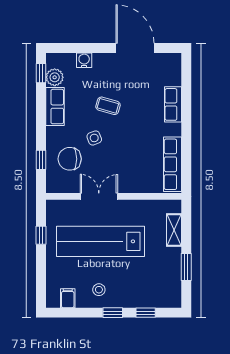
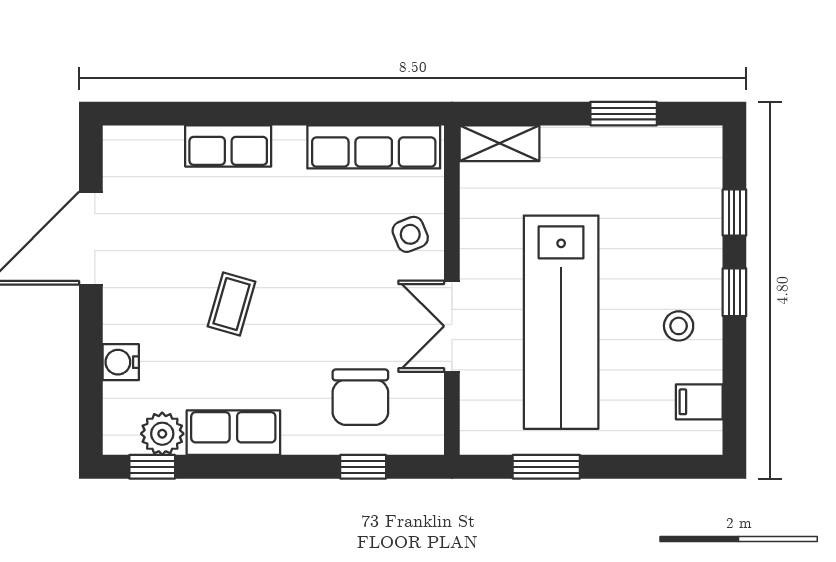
side table: (94, 138) -> (410, 234), moved
shelving: (174, 230) -> (500, 143), moved
window: (41, 235) -> (546, 467), width x1.50

